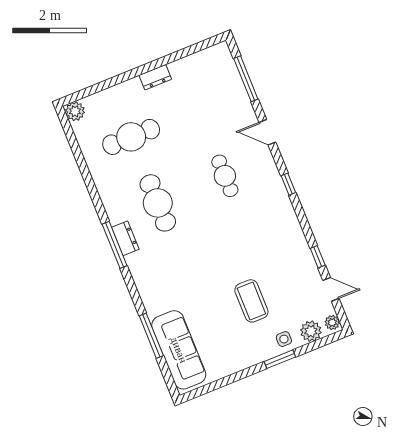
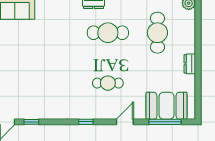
booth: (223, 86) -> (167, 106), added
coffee table: (251, 301) -> (20, 68), removed

